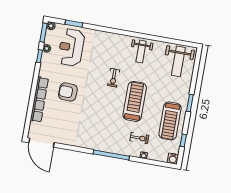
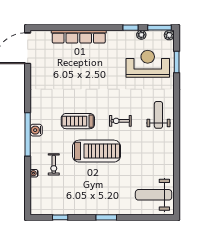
weight bench: (141, 52) -> (158, 115), moved, turned 90
armchair: (68, 92) -> (94, 69), removed
treadmill: (170, 121) -> (78, 121), moved, width x0.73, depth x0.73
water cooler: (173, 159) -> (36, 130), moved

